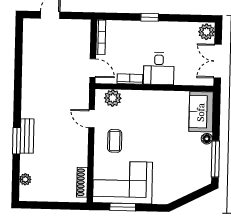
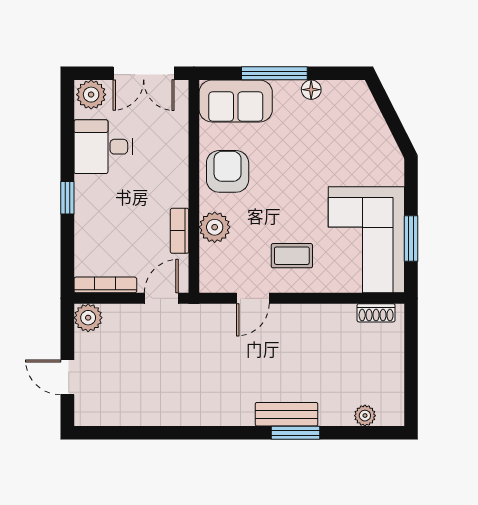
plant: (83, 27) -> (88, 318), added
desk: (159, 69) -> (103, 147), moved, turned 180
plant: (113, 98) -> (215, 227), moved
armchair: (162, 106) -> (228, 171), added
floor lamp: (207, 139) -> (311, 90), moved
window: (215, 159) -> (274, 73), moved
shoe rack: (82, 182) -> (376, 313), width x0.70

